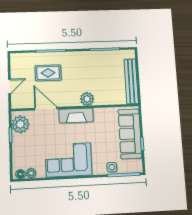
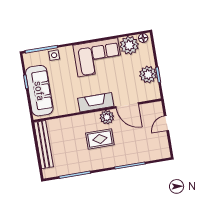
rug: (48, 73) -> (100, 139), moved
plant: (87, 99) -> (107, 117), moved
plant: (20, 124) -> (148, 75), moved
plant: (31, 173) -> (129, 45), width x1.88, depth x1.88

